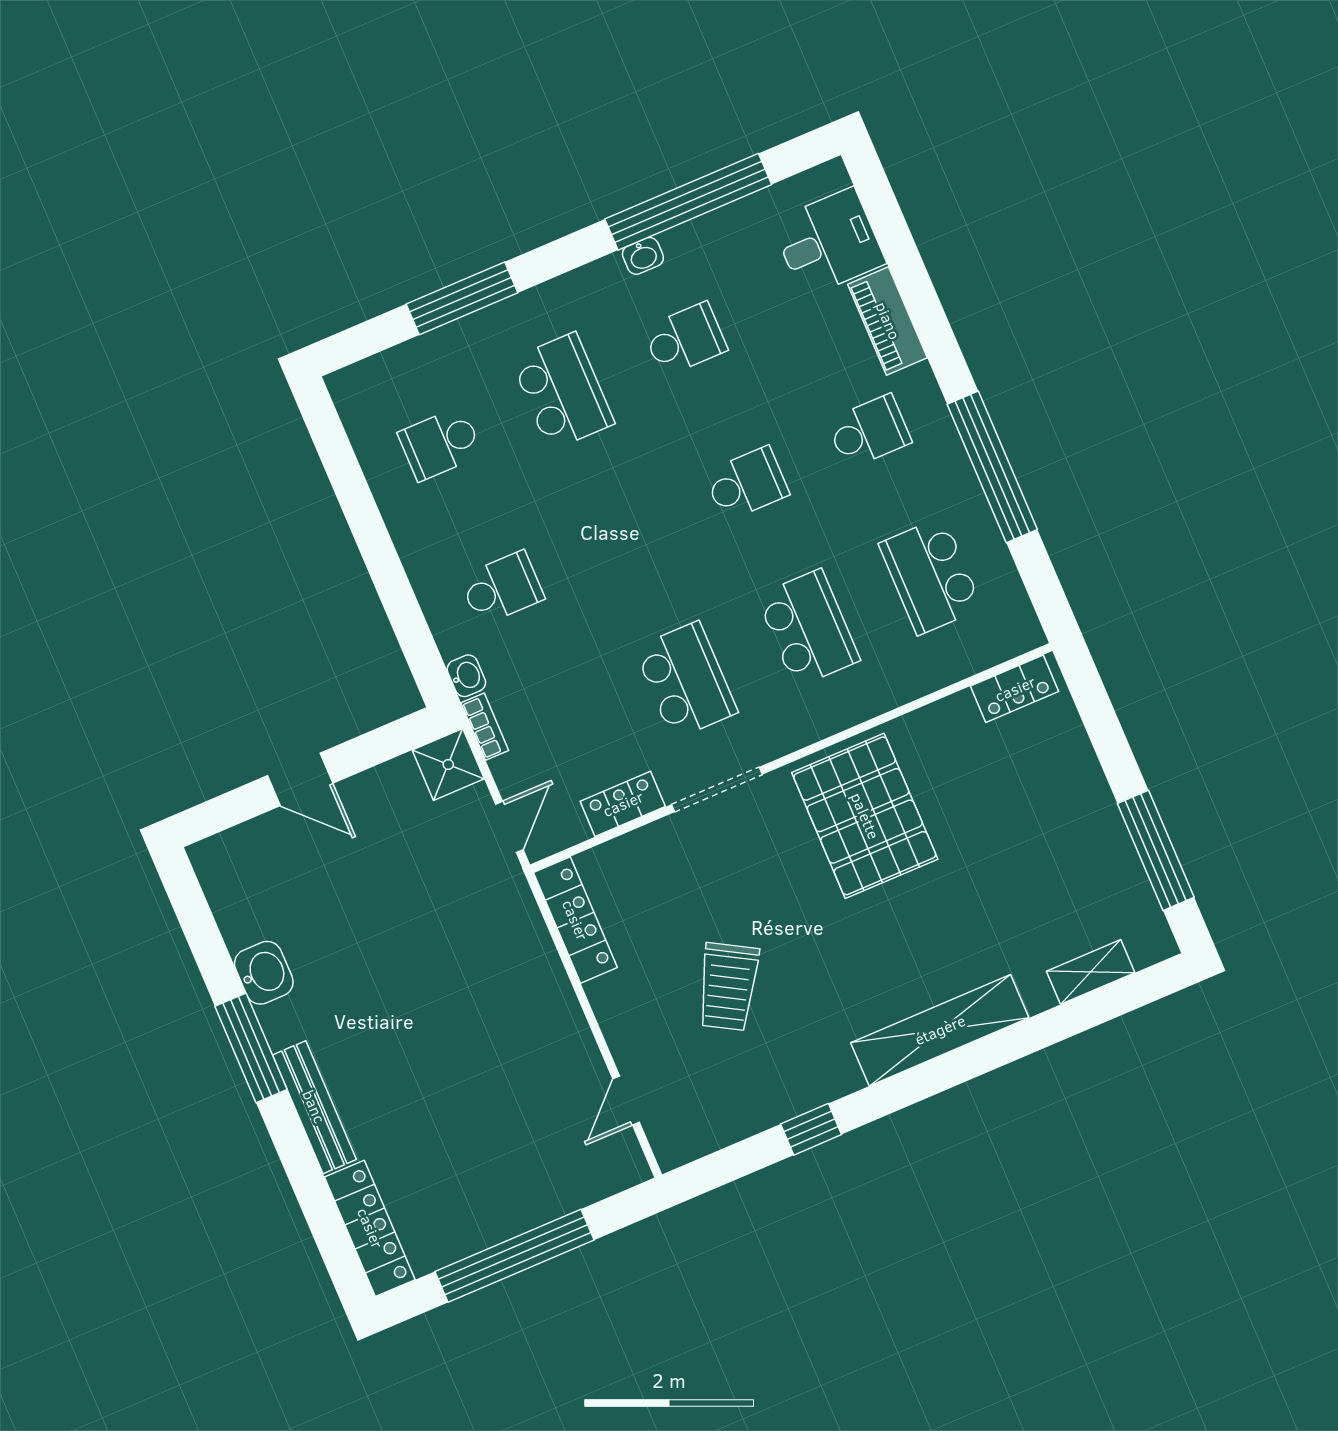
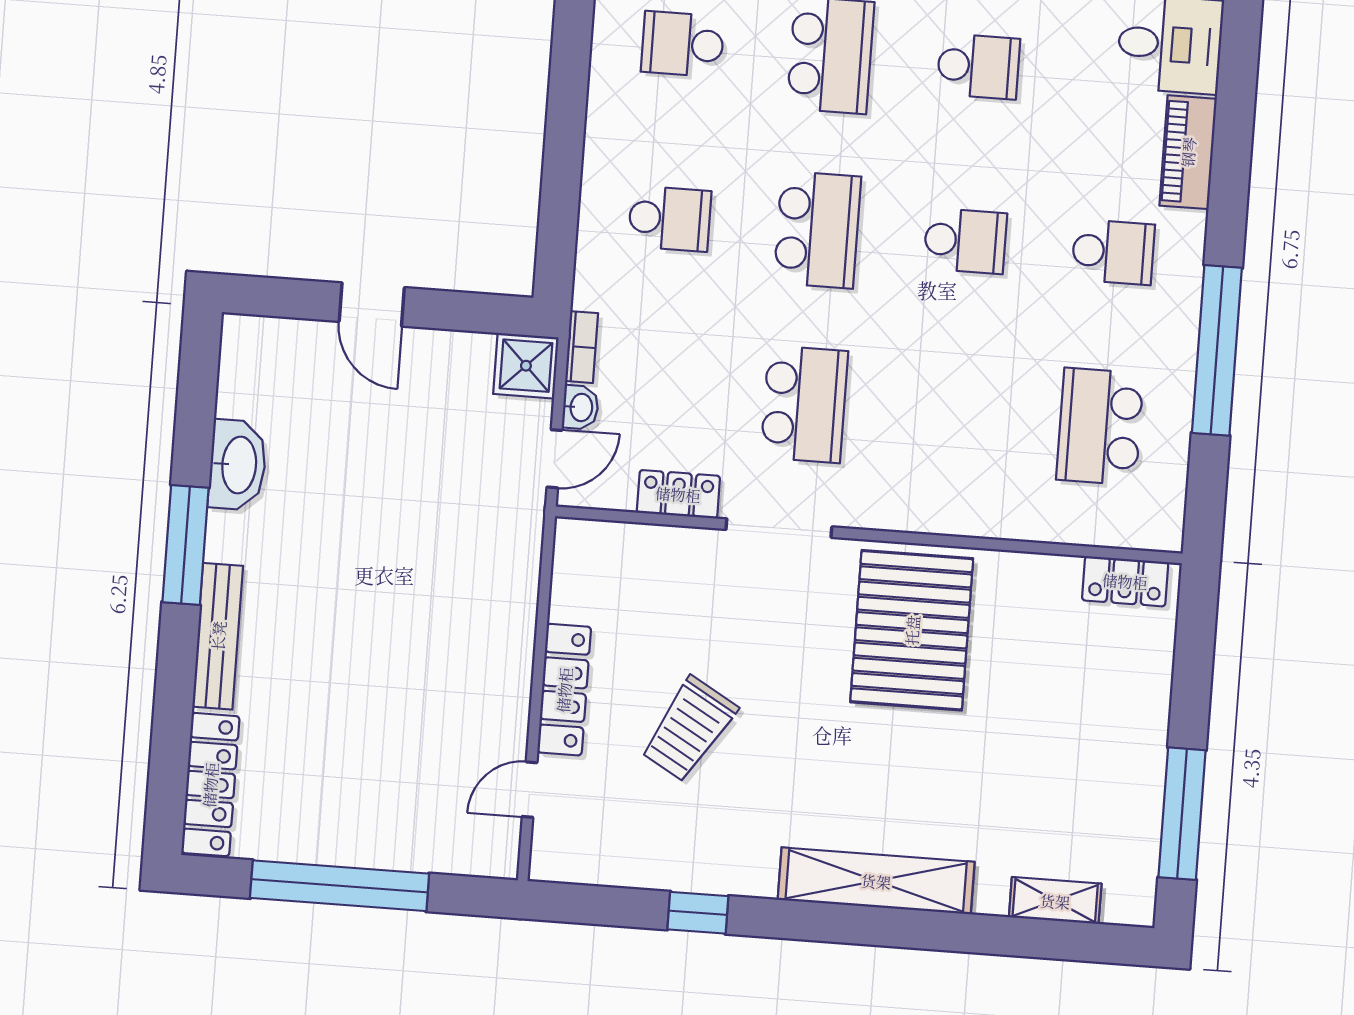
school desk: (808, 628) -> (817, 230), moved
washbasin: (466, 676) -> (580, 407), moved
locker: (575, 920) -> (564, 690), moved
washbasin: (264, 973) -> (238, 465), width x1.38

